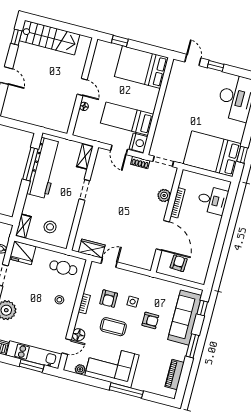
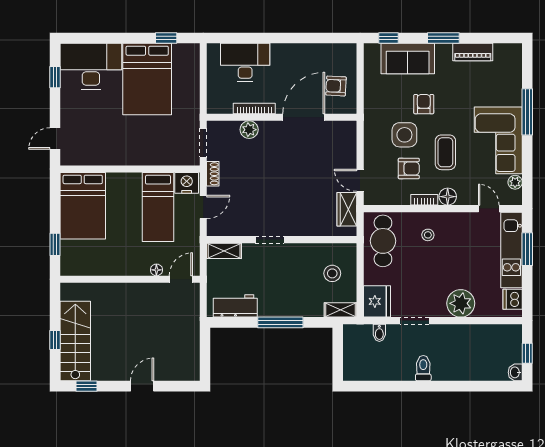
window: (54, 24) -> (55, 340), added
window: (216, 66) -> (55, 77), moved
door: (82, 87) -> (181, 279), moved
bed: (212, 154) -> (147, 79), moved
window: (30, 164) -> (280, 322), moved
workbench: (44, 168) -> (235, 306), width x0.53, depth x0.76
desk: (212, 200) -> (245, 62), width x1.37
cafe table: (63, 268) -> (383, 241), width x1.37, depth x1.35
side table: (133, 302) -> (404, 135), width x1.87, depth x1.87
sofa: (185, 318) -> (408, 59), width x0.73
floor lamp: (79, 335) -> (448, 197), moved
piano: (175, 375) -> (473, 52), moved

